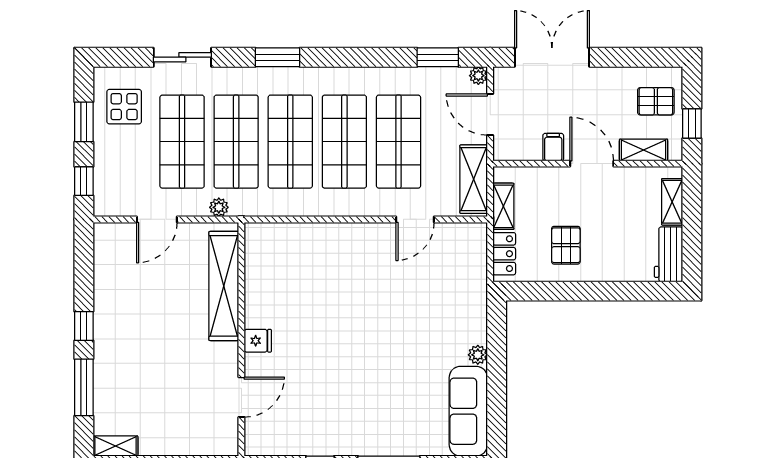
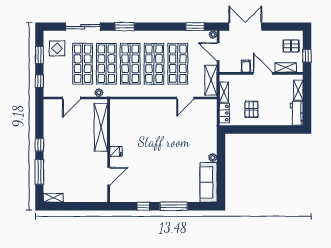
sliding door: (182, 57) -> (83, 27), width x1.37

